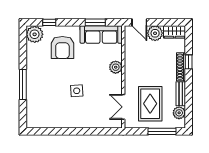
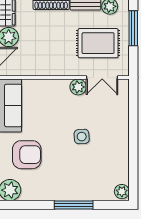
plant: (116, 67) -> (78, 87), moved
plant: (33, 122) -> (122, 192), added

